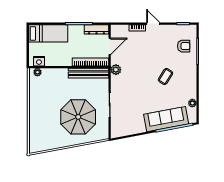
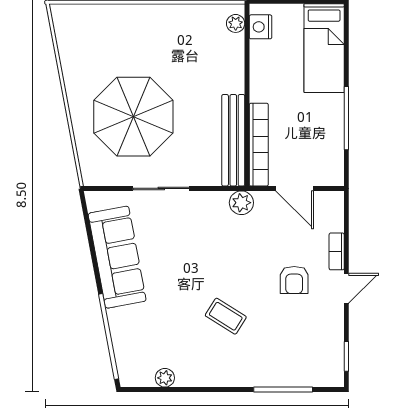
dresser: (97, 29) -> (333, 158), removed
armchair: (184, 46) -> (294, 280), moved
sofa: (166, 119) -> (117, 257), moved

